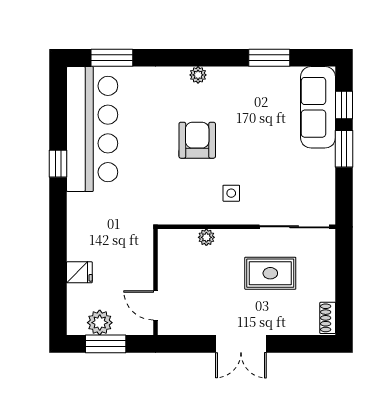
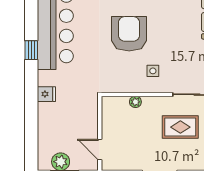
armchair: (197, 140) -> (129, 34), width x1.36, depth x1.36
fridge: (79, 272) -> (46, 94), moved

